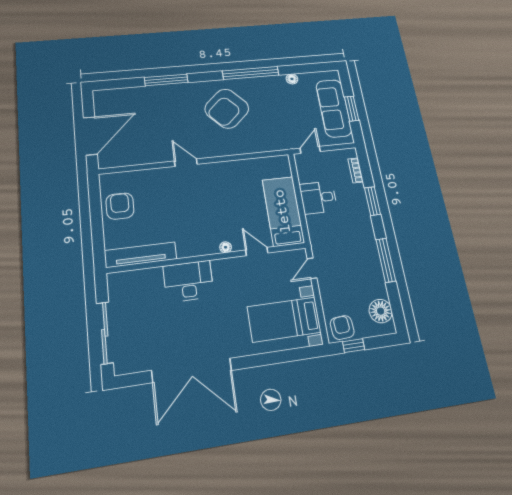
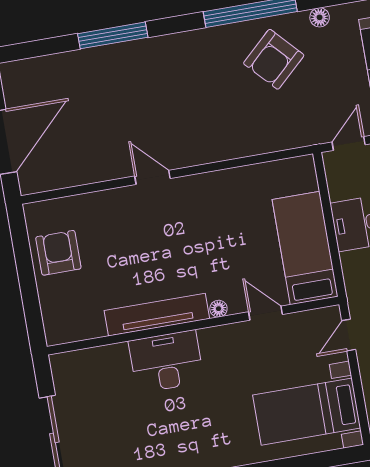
armchair: (227, 109) -> (274, 59), moved, width x0.73, depth x0.73
tv unit: (141, 255) -> (157, 315), moved

